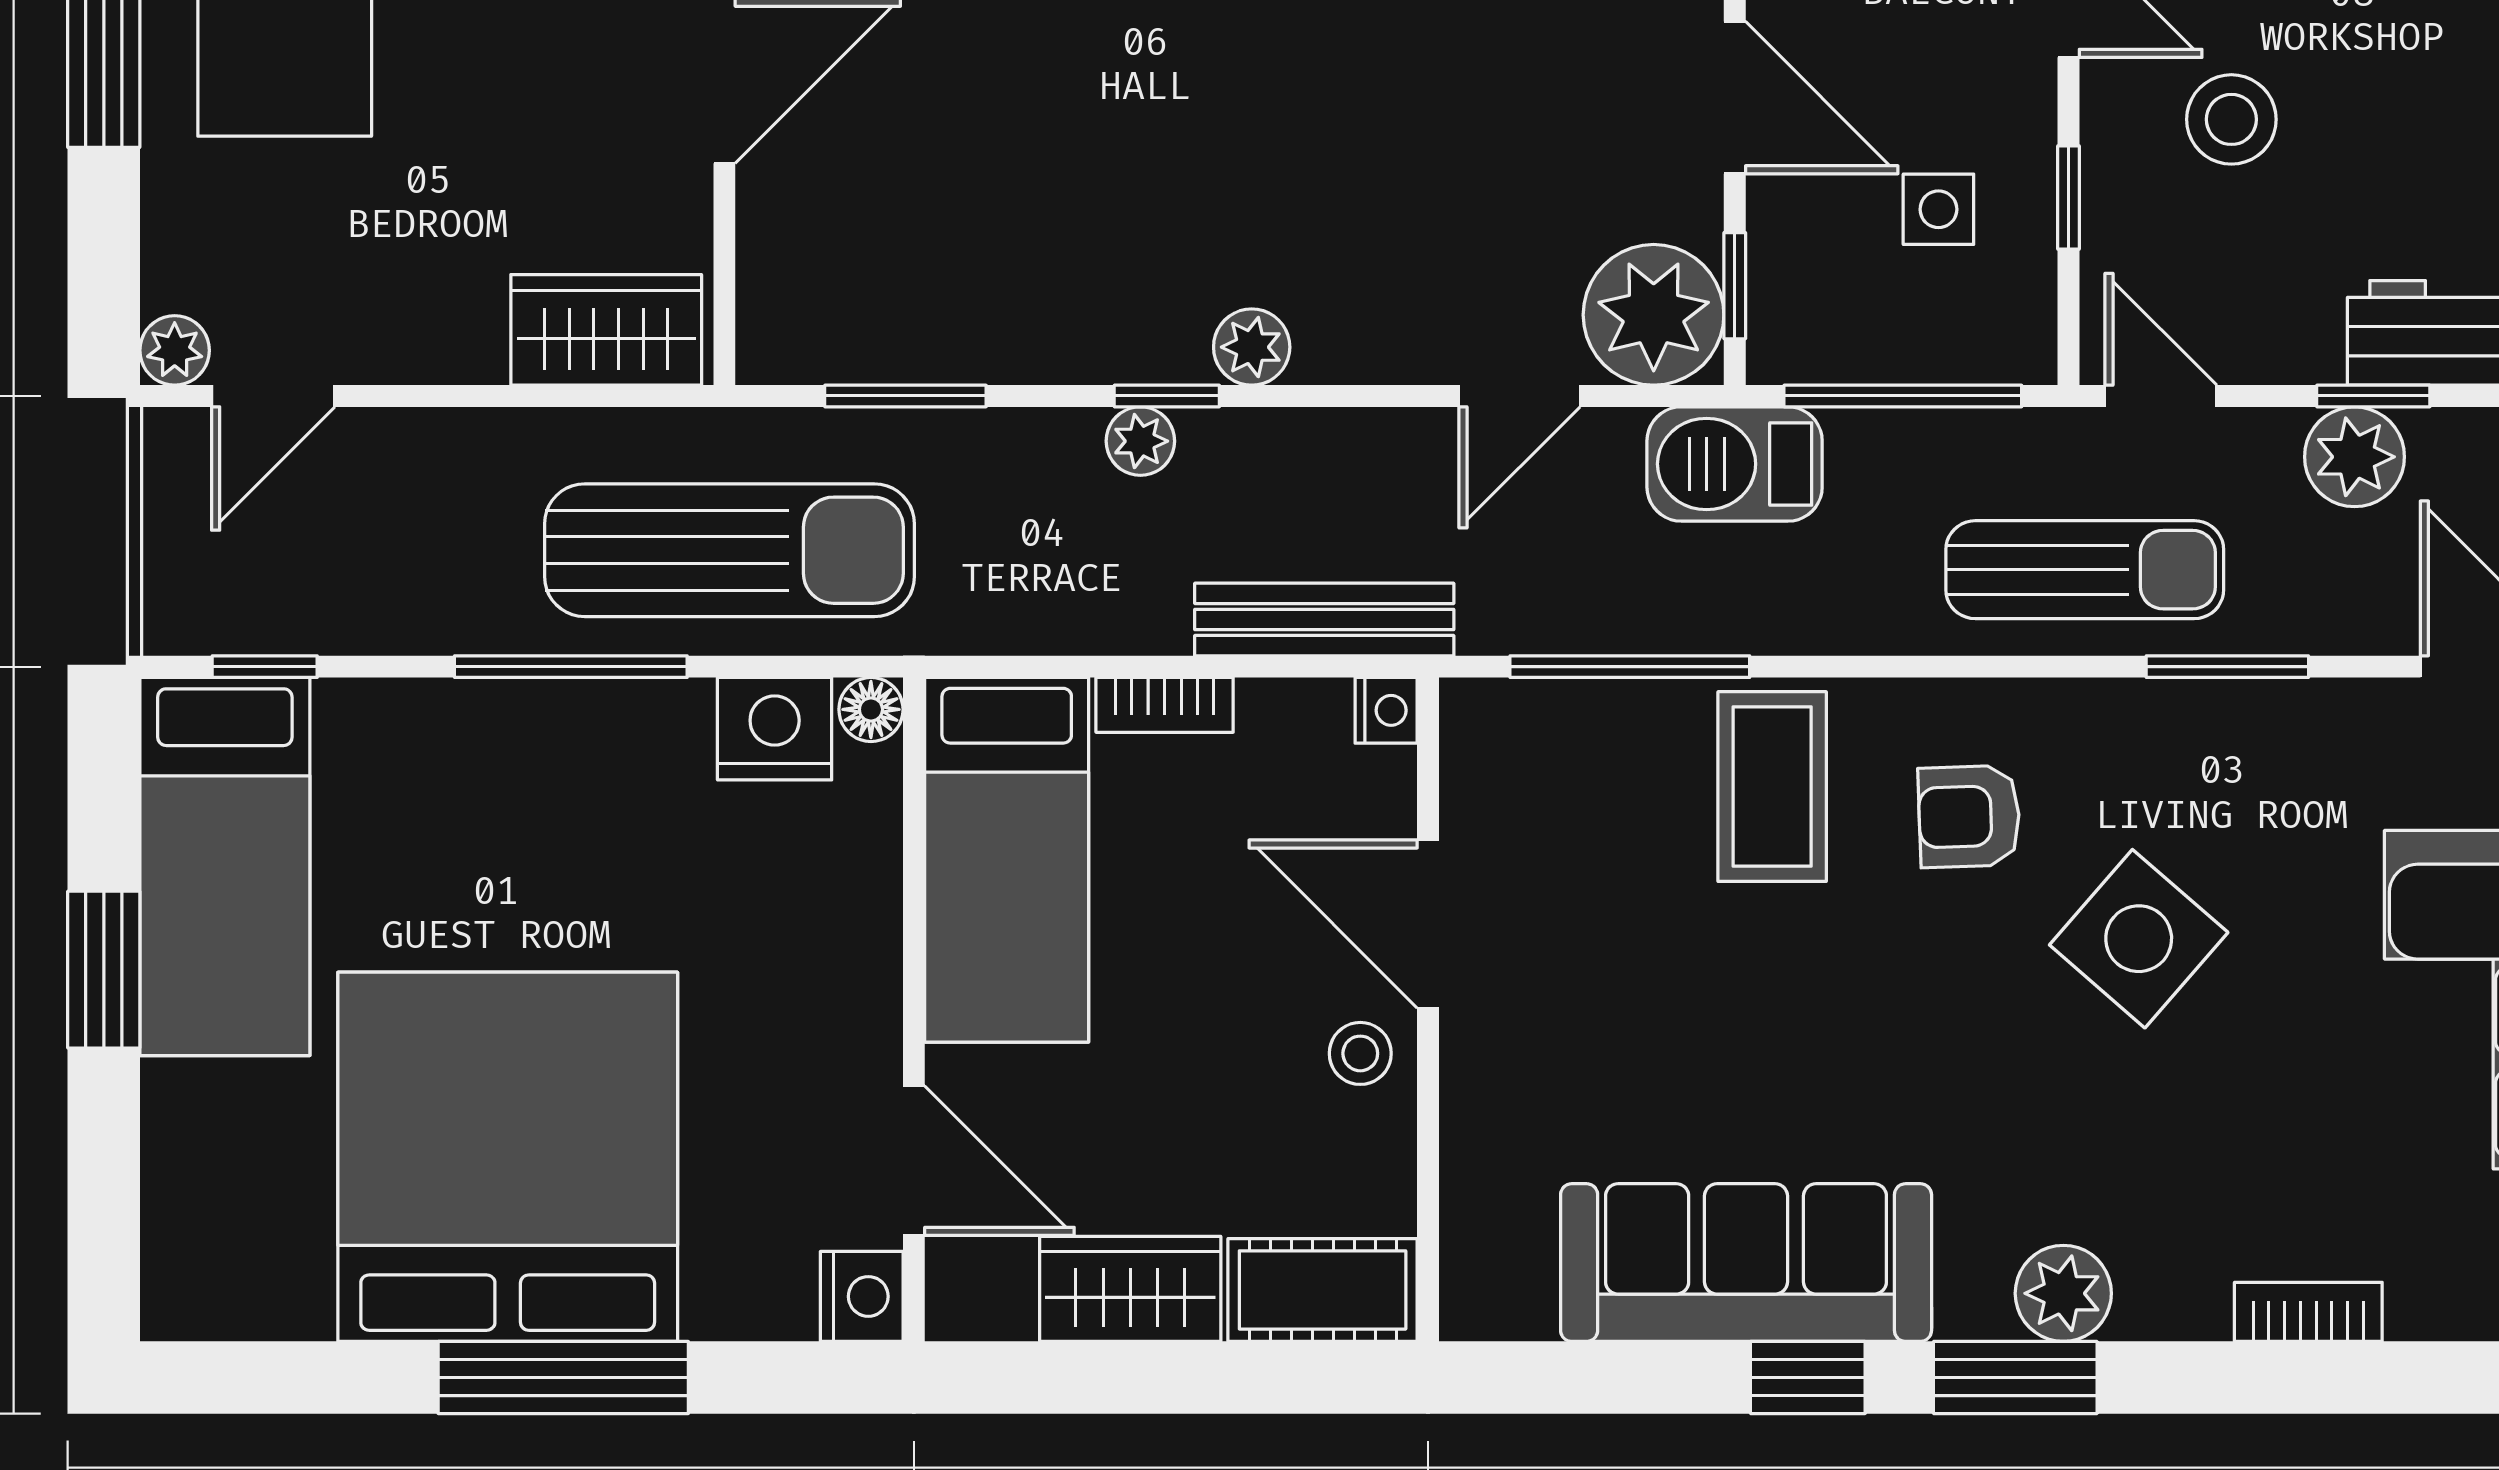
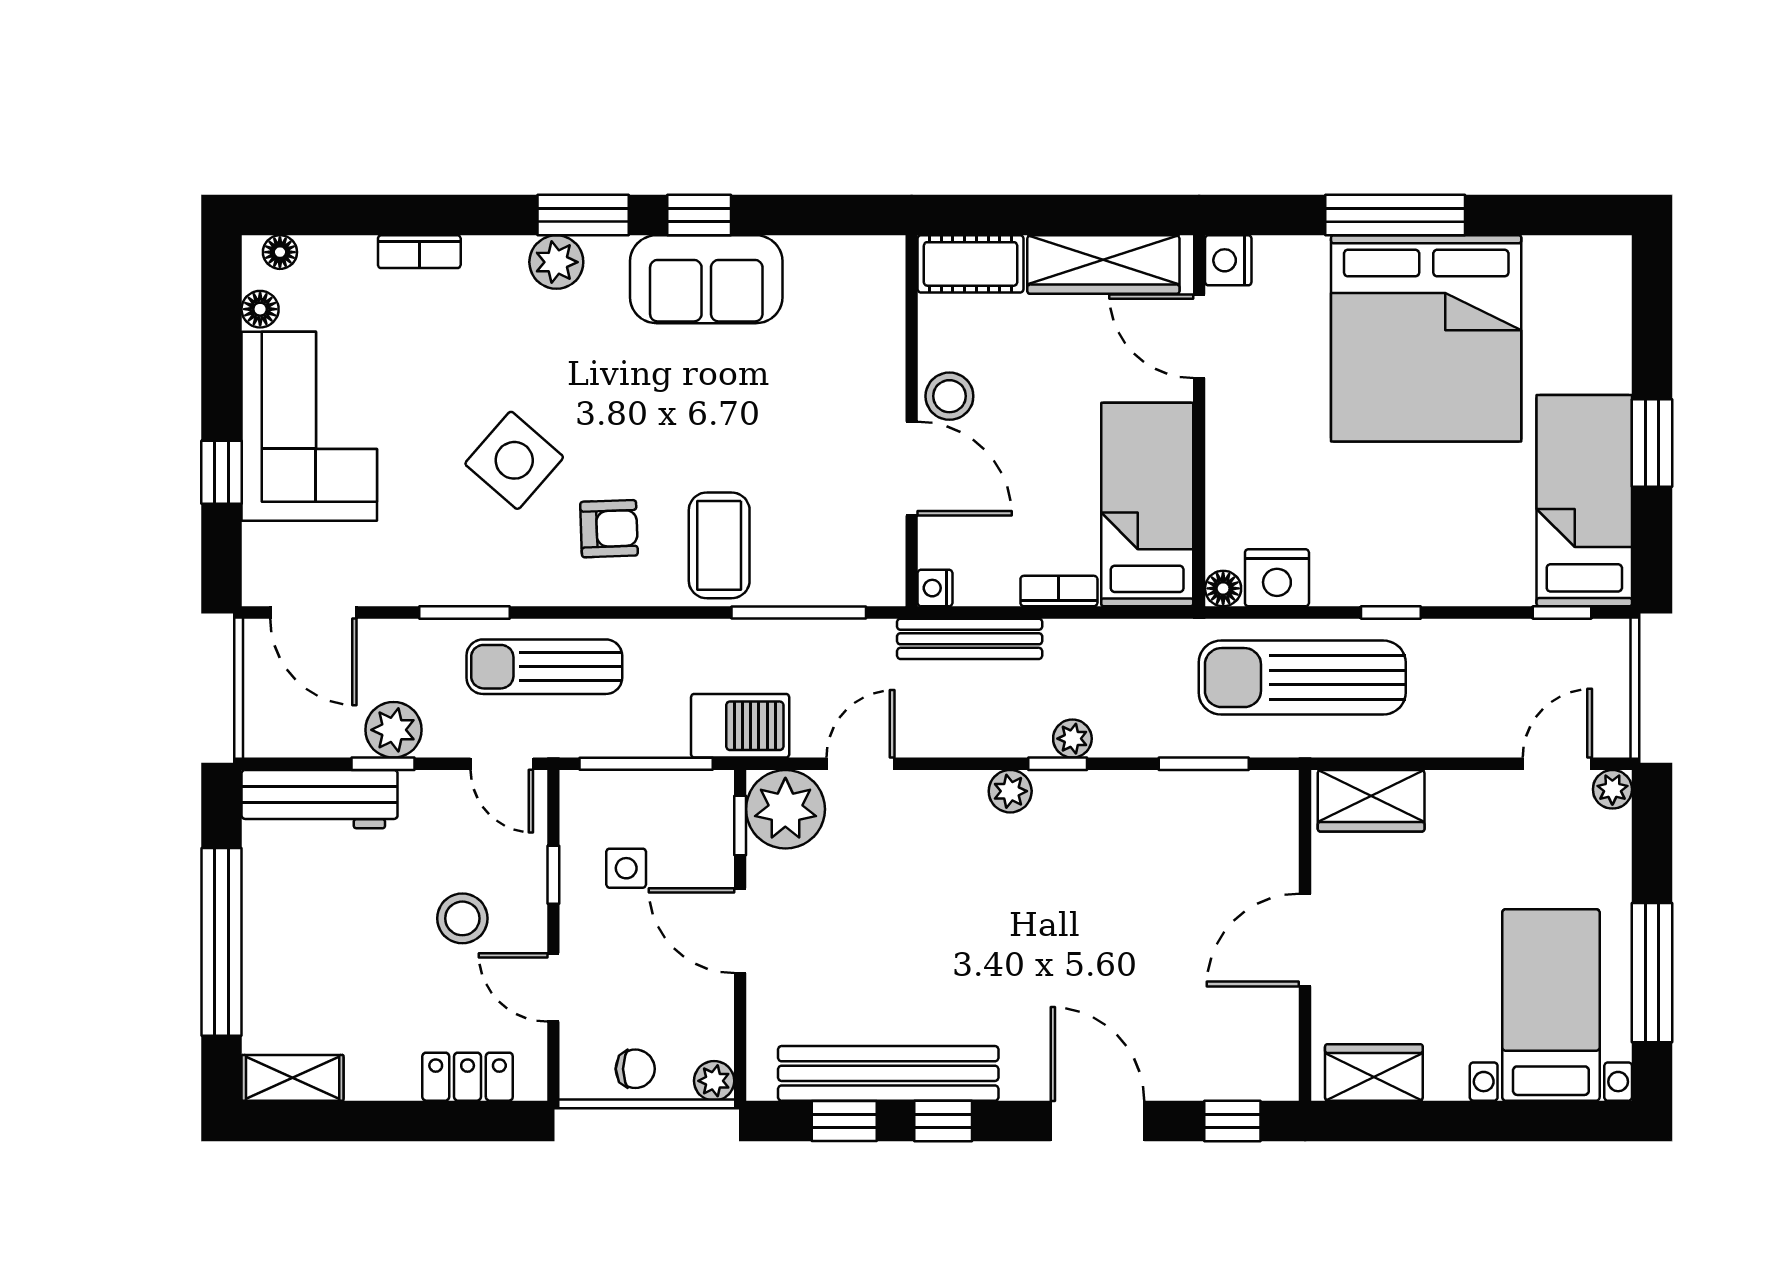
window: (571, 667) -> (1391, 612), width x0.46
stool: (1360, 1053) -> (949, 396), width x1.37, depth x1.37
sofa: (1746, 1263) -> (706, 279), width x0.73
wardrobe: (1130, 1289) -> (1103, 265), width x1.50

